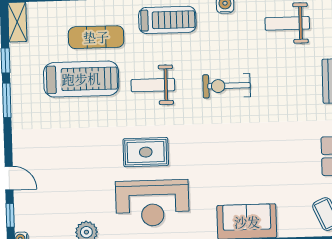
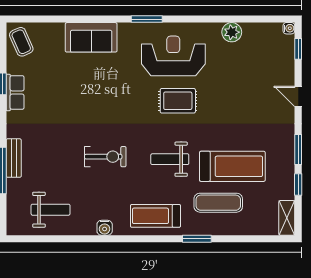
treadmill: (81, 79) -> (232, 166), turned 180
weight bench: (153, 85) -> (170, 159), turned 180
door: (9, 178) -> (298, 96), moved

